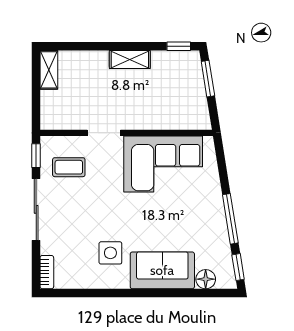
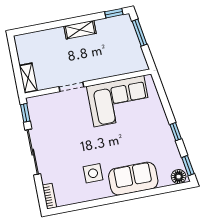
shelving: (49, 70) -> (28, 78), moved
coffee table: (69, 167) -> (51, 117), removed
window: (230, 219) -> (176, 132), width x0.46
floor lamp: (206, 279) -> (179, 177), moved

